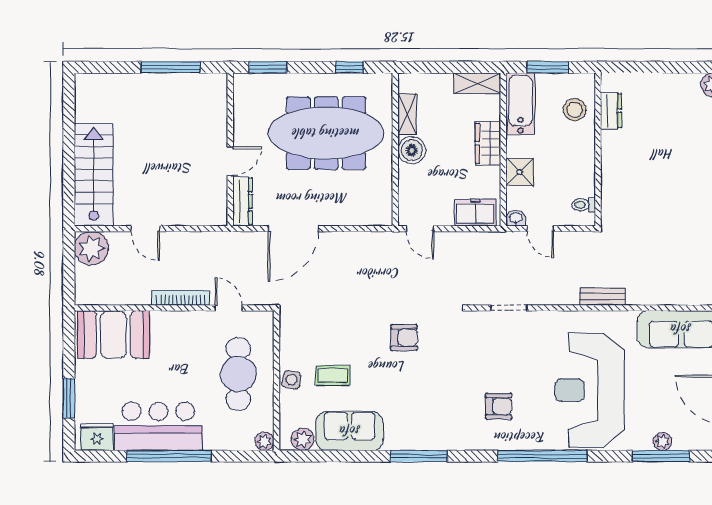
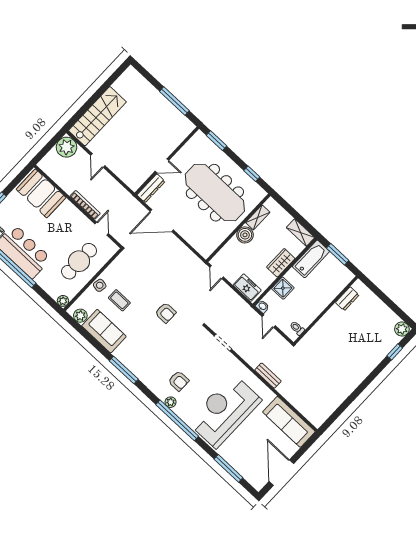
stool: (575, 110) -> (332, 283), removed
plant: (663, 442) -> (171, 402), moved

